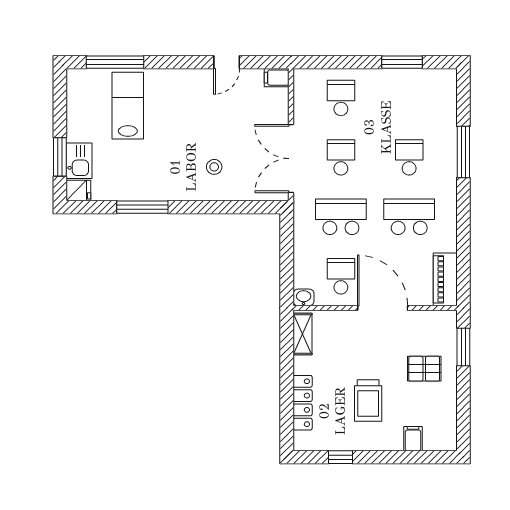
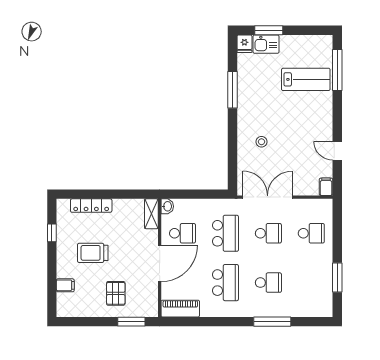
shelving: (302, 334) -> (151, 214), moved, turned 90

